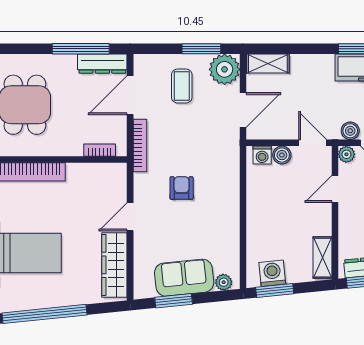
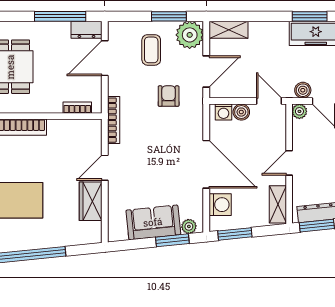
dresser: (102, 64) -> (86, 30), width x0.70
bookcase: (140, 146) -> (114, 120), moved
armchair: (182, 188) -> (169, 96), moved
door: (335, 189) -> (289, 163), moved
door: (243, 213) -> (206, 164), added
wardrobe: (114, 265) -> (91, 201), width x0.67
washing machine: (272, 273) -> (220, 205), moved, turned 96
window: (174, 301) -> (172, 240), moved

